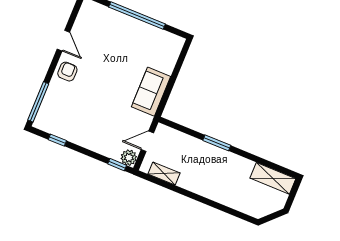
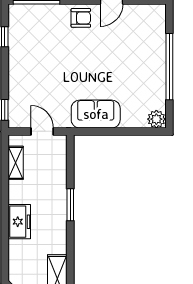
plant: (129, 158) -> (156, 119), moved
freezer: (213, 190) -> (19, 222), added

